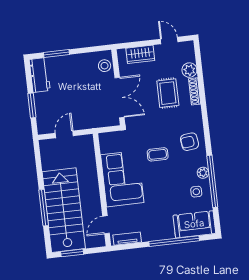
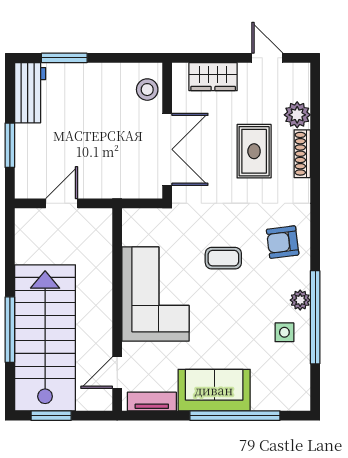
sofa: (194, 224) -> (214, 390), moved

